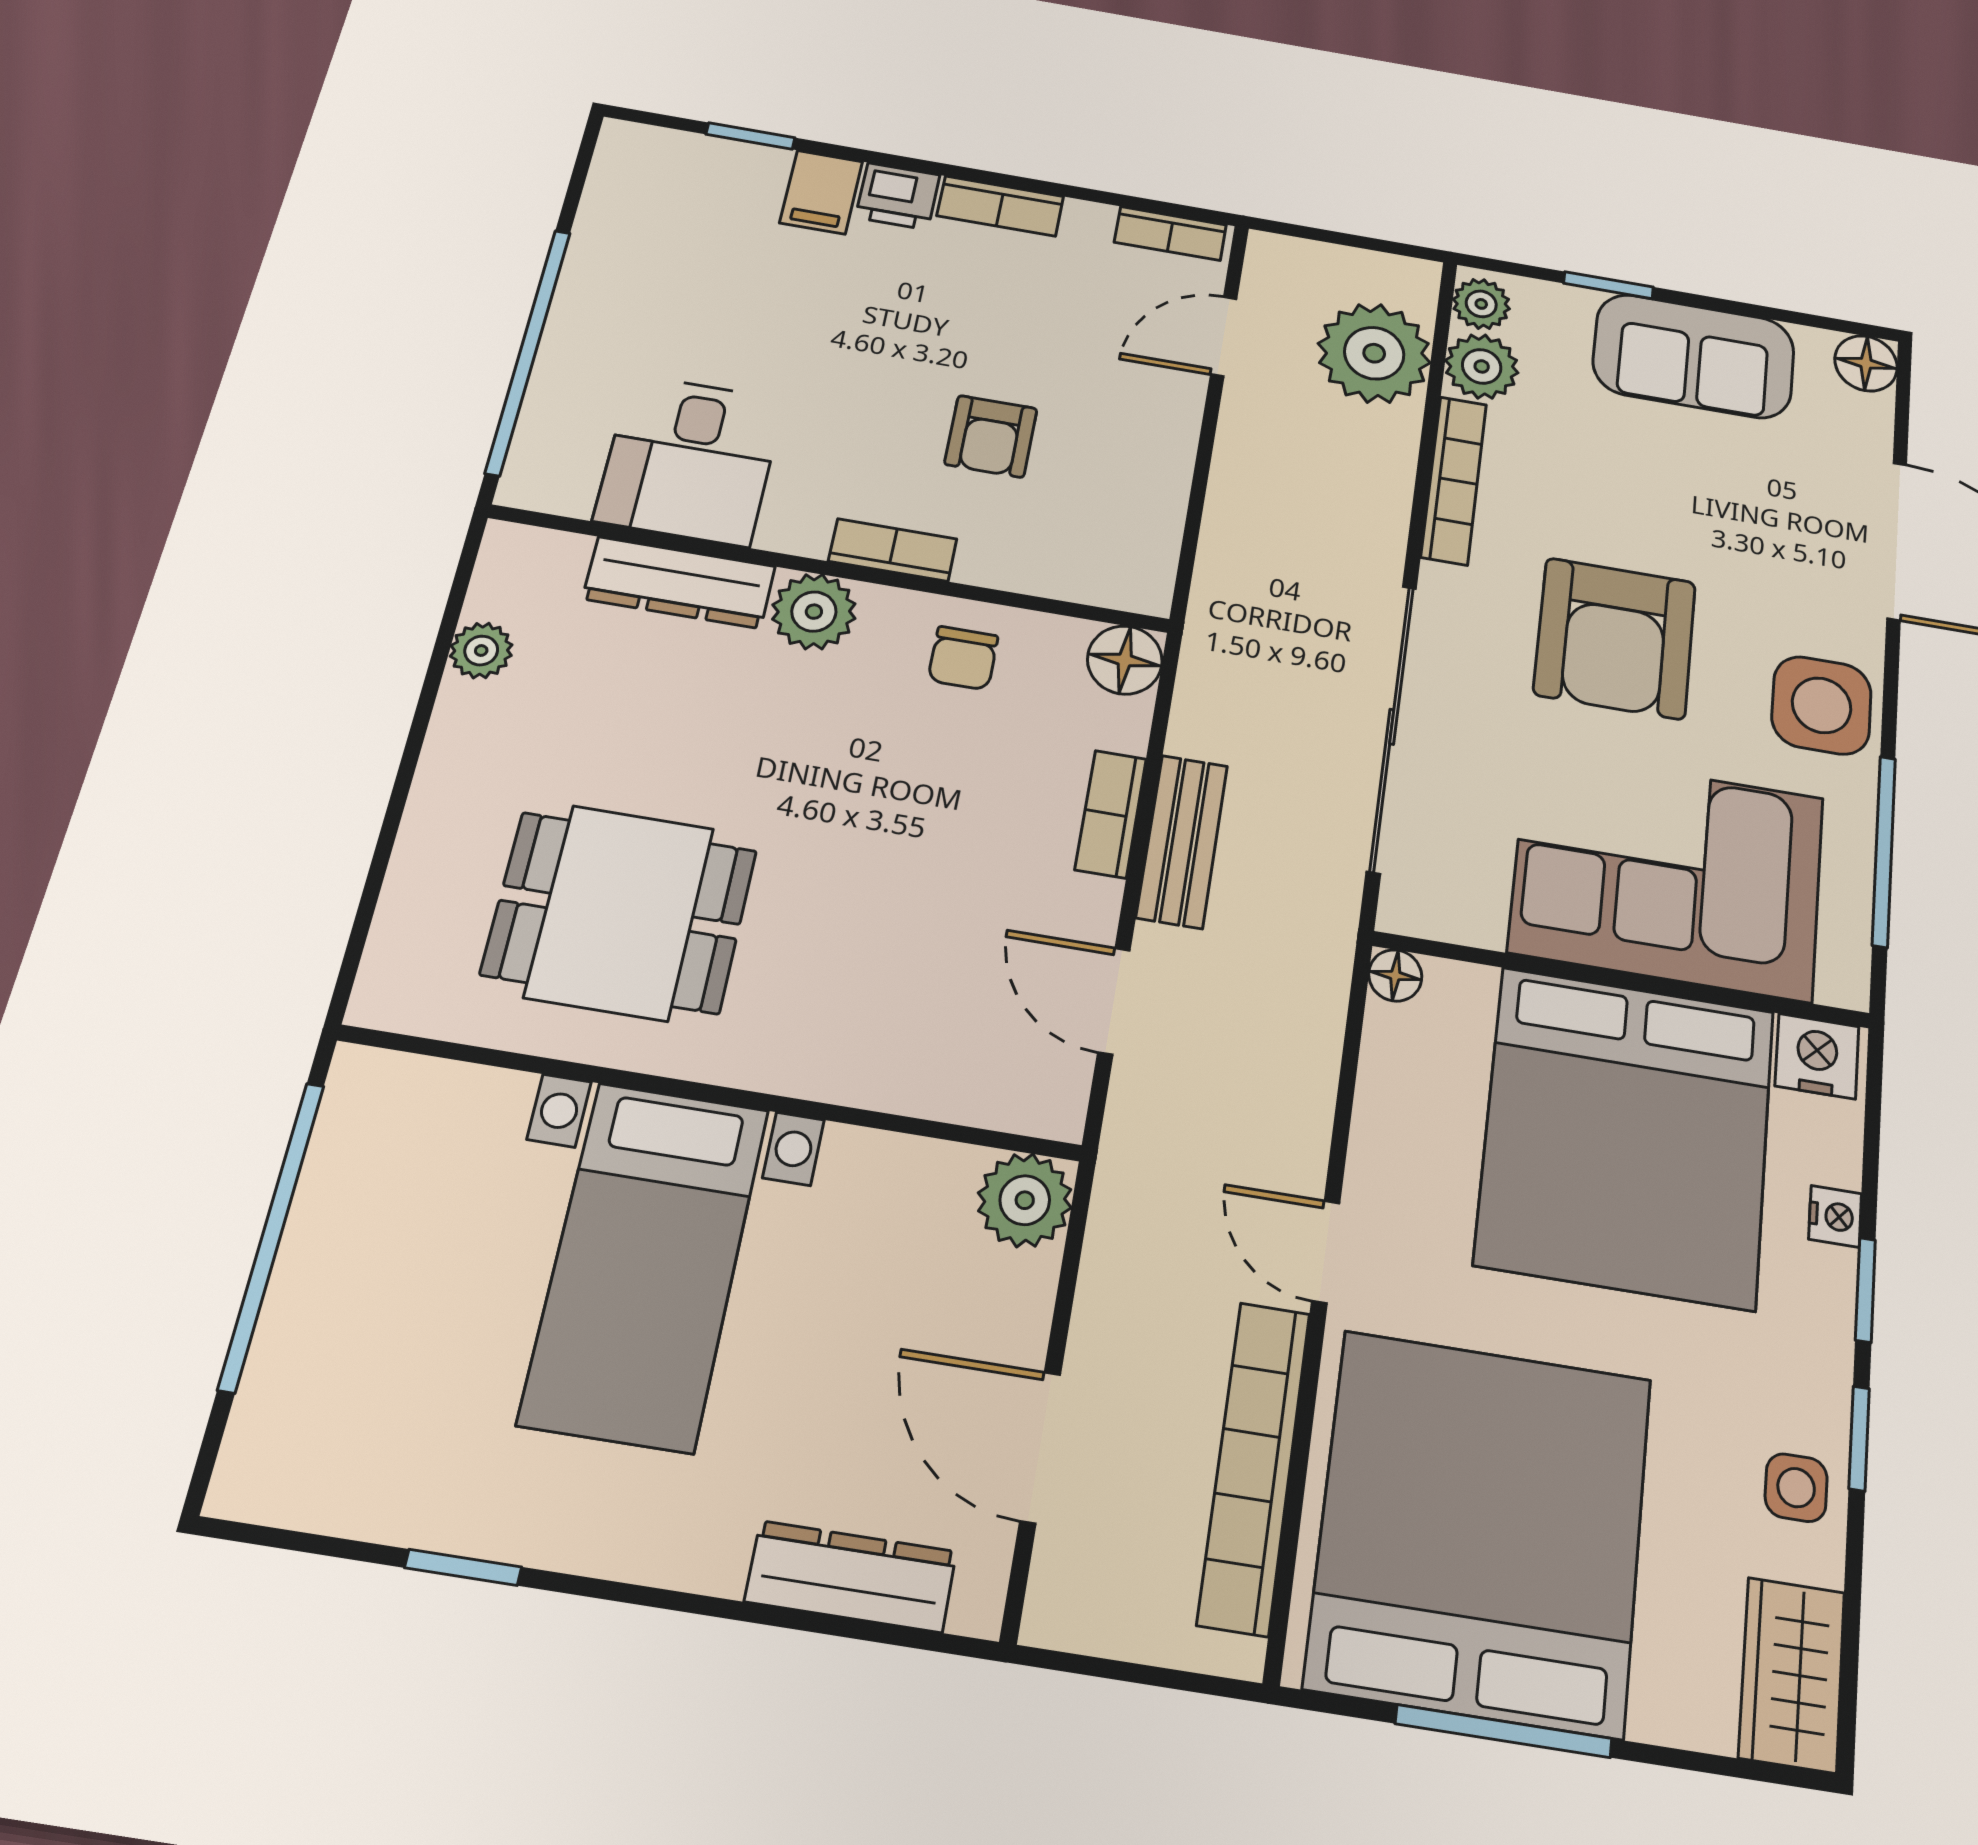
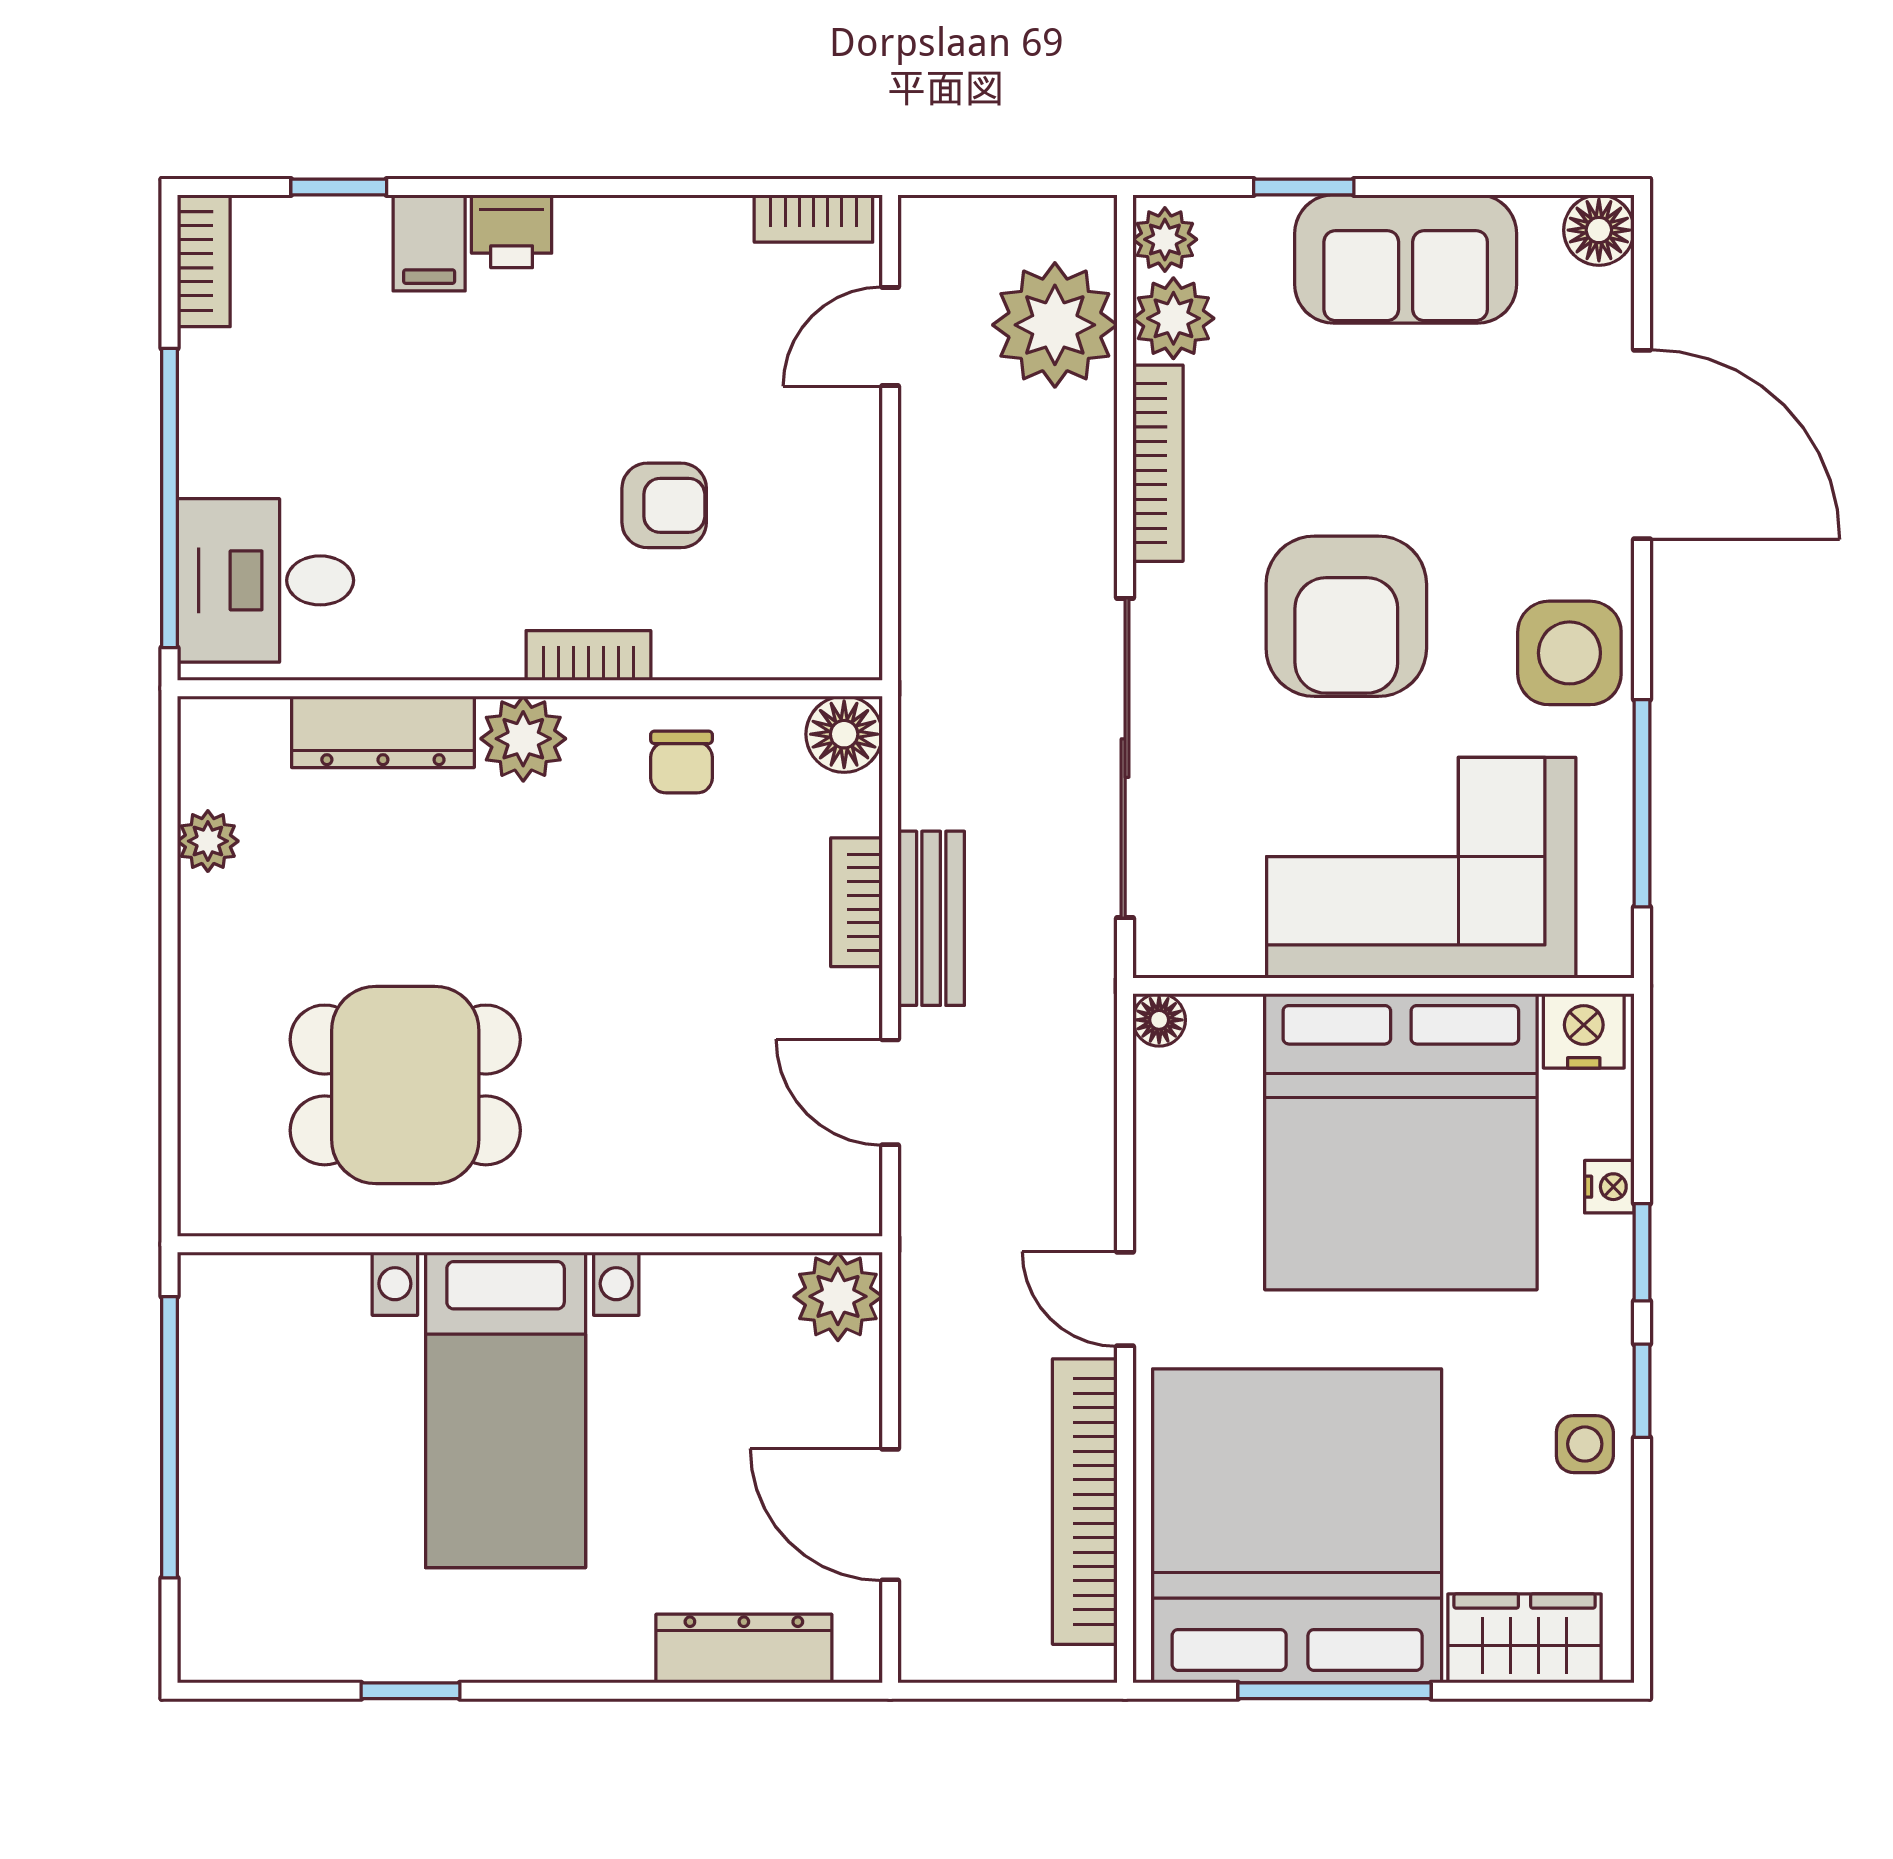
bookcase: (1000, 206) -> (204, 261), moved, turned -90
armchair: (991, 436) -> (664, 505), turned -90
desk: (690, 460) -> (265, 580), moved, turned 90
wardrobe: (1792, 1675) -> (1525, 1638), moved, turned 90

